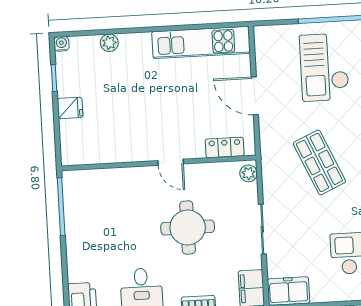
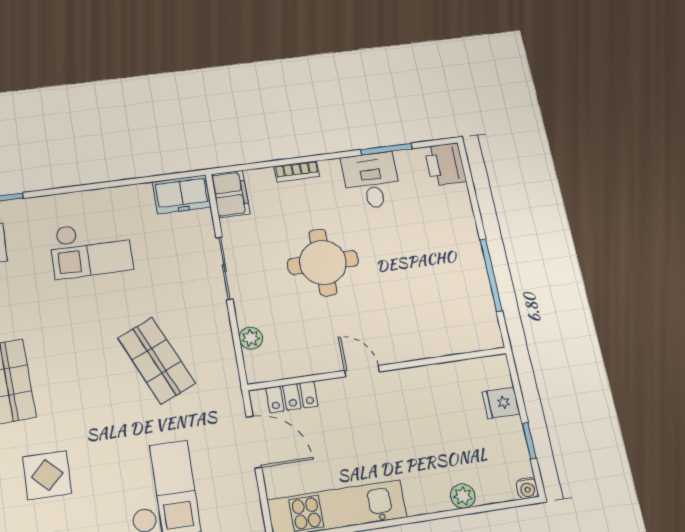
locker: (225, 148) -> (292, 397), moved
door: (171, 162) -> (362, 371), moved
wall: (159, 163) -> (378, 369), moved

